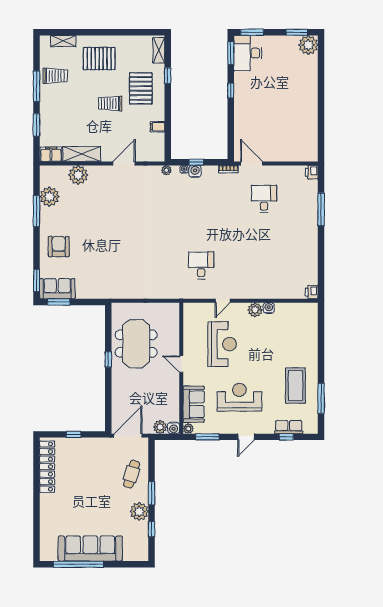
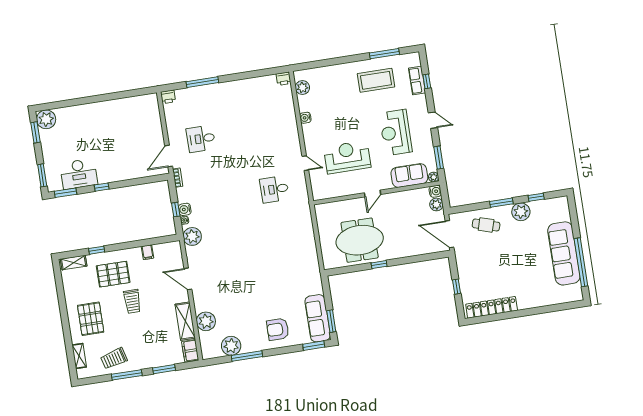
desk: (248, 53) -> (79, 174), moved
trolley: (55, 76) -> (114, 358), turned -105
plant: (166, 170) -> (192, 236), width x1.88, depth x1.88
sofa: (57, 289) -> (318, 318), width x1.36
plant: (255, 310) -> (302, 88), moved

